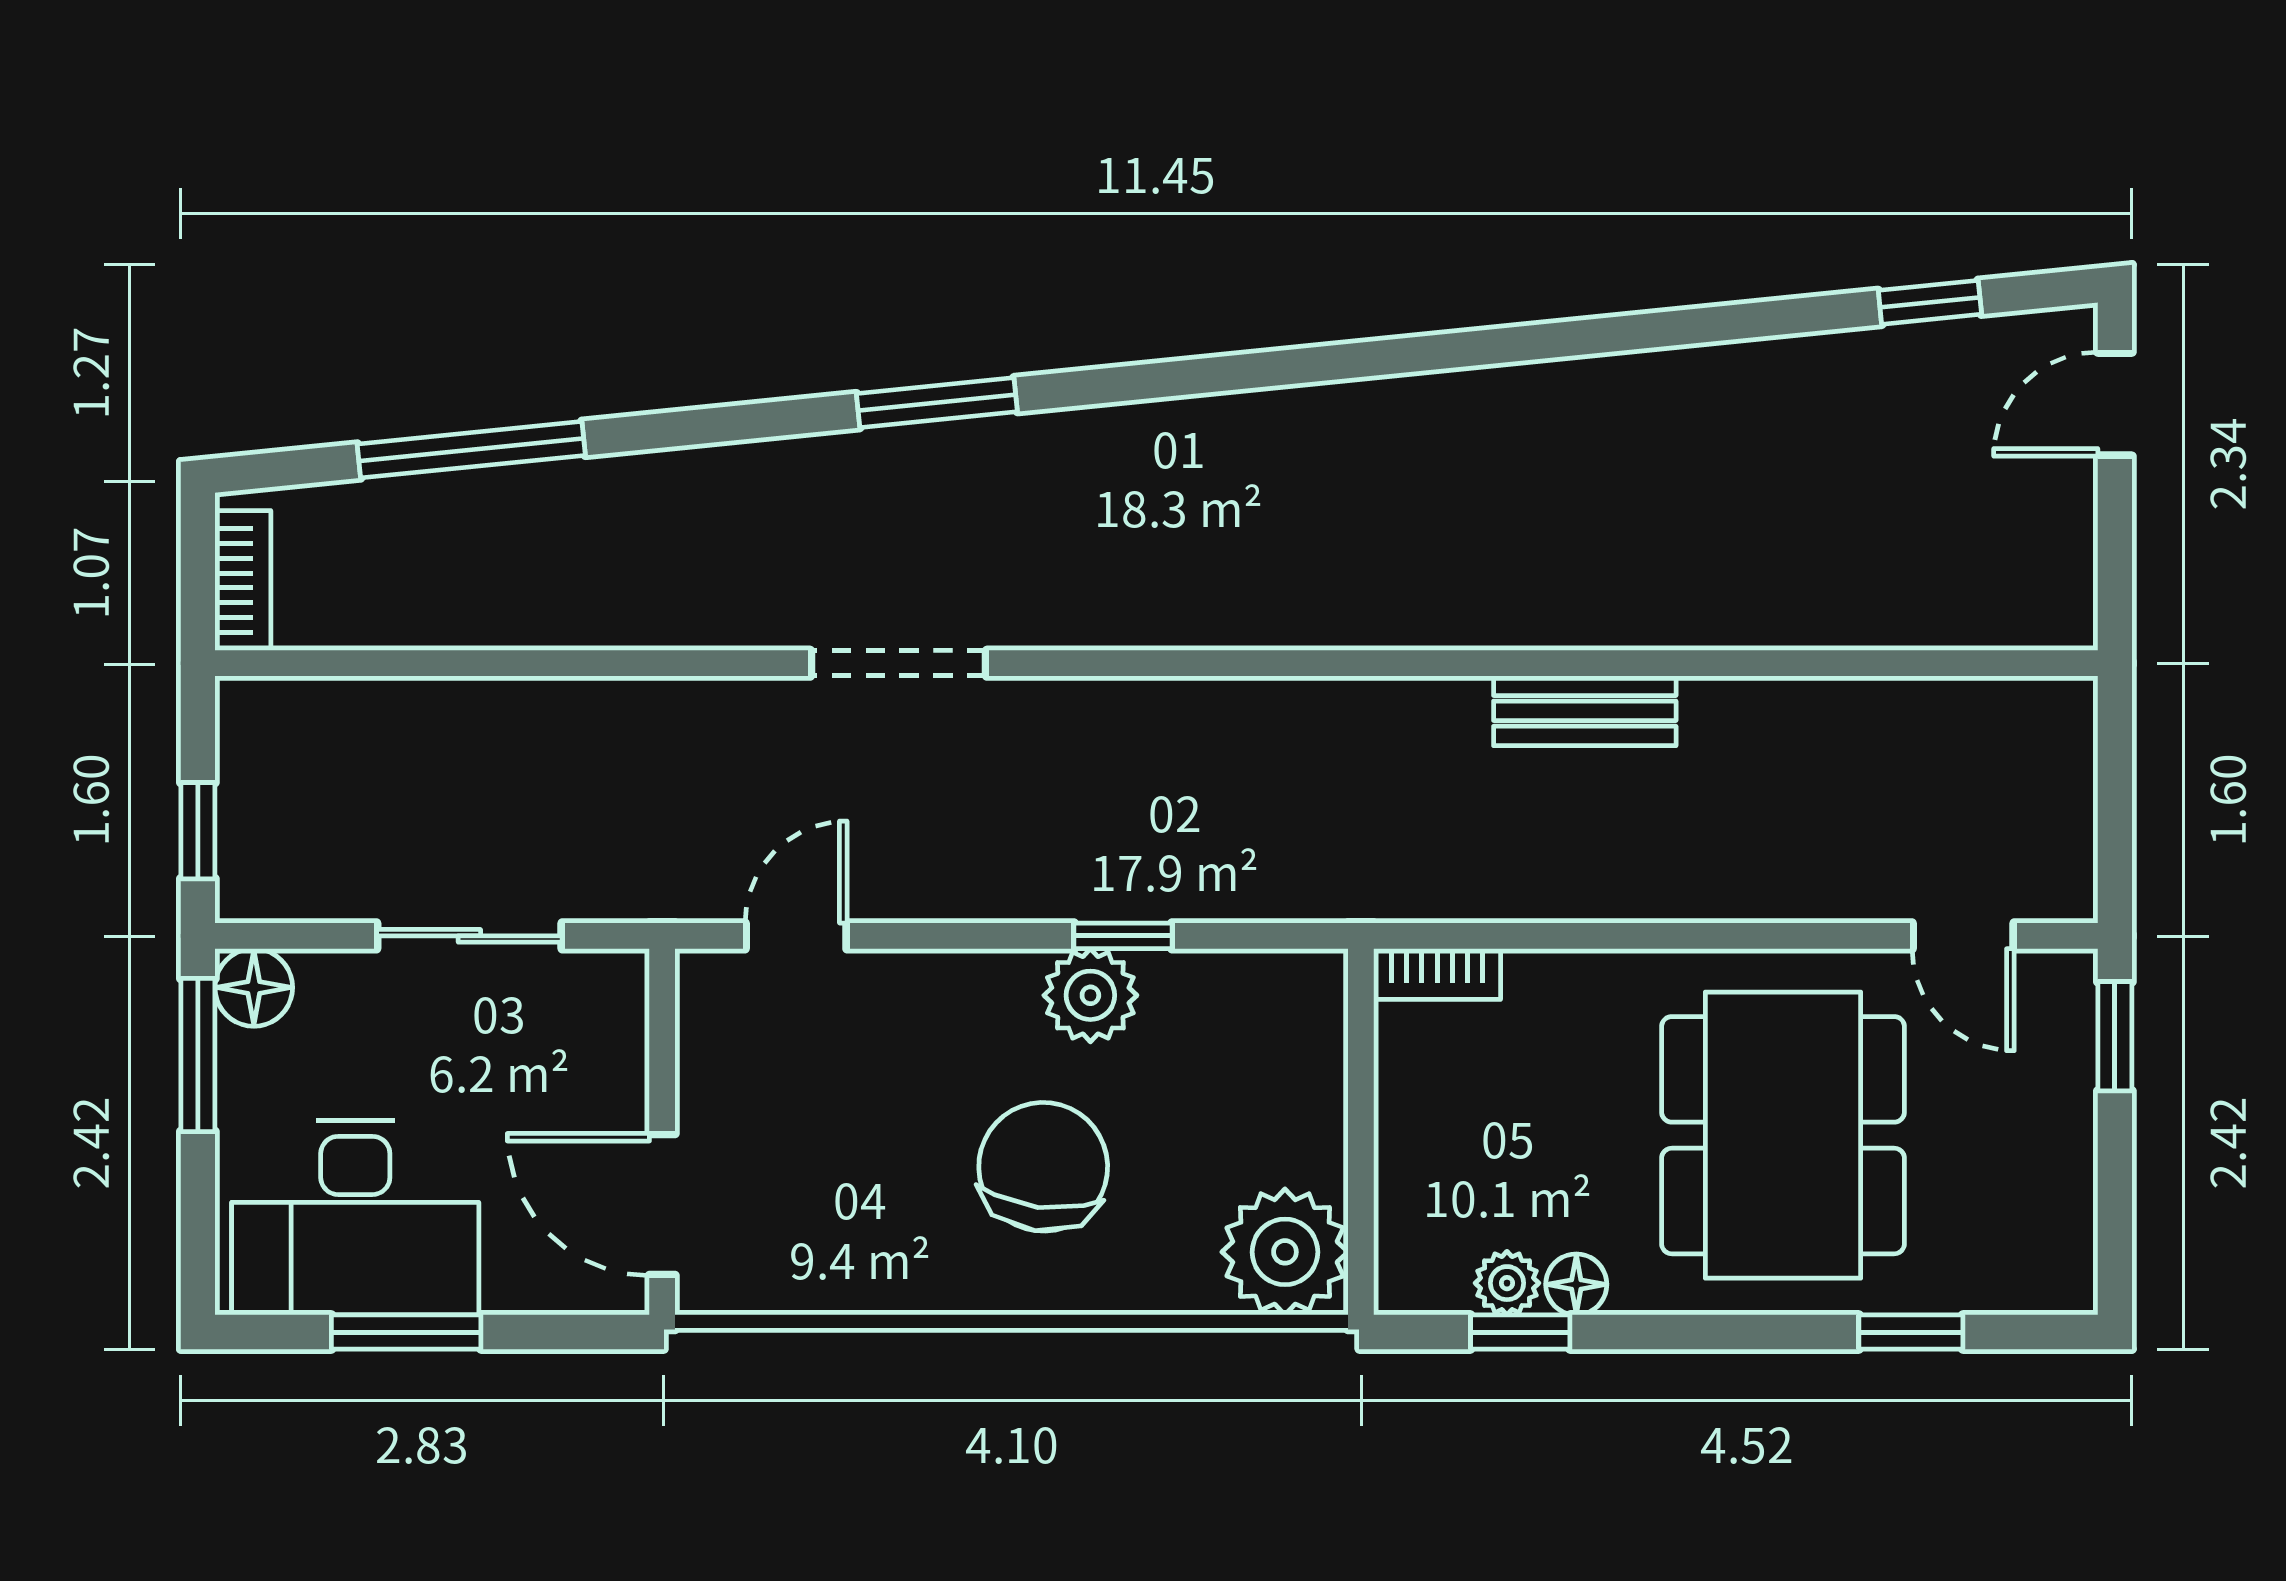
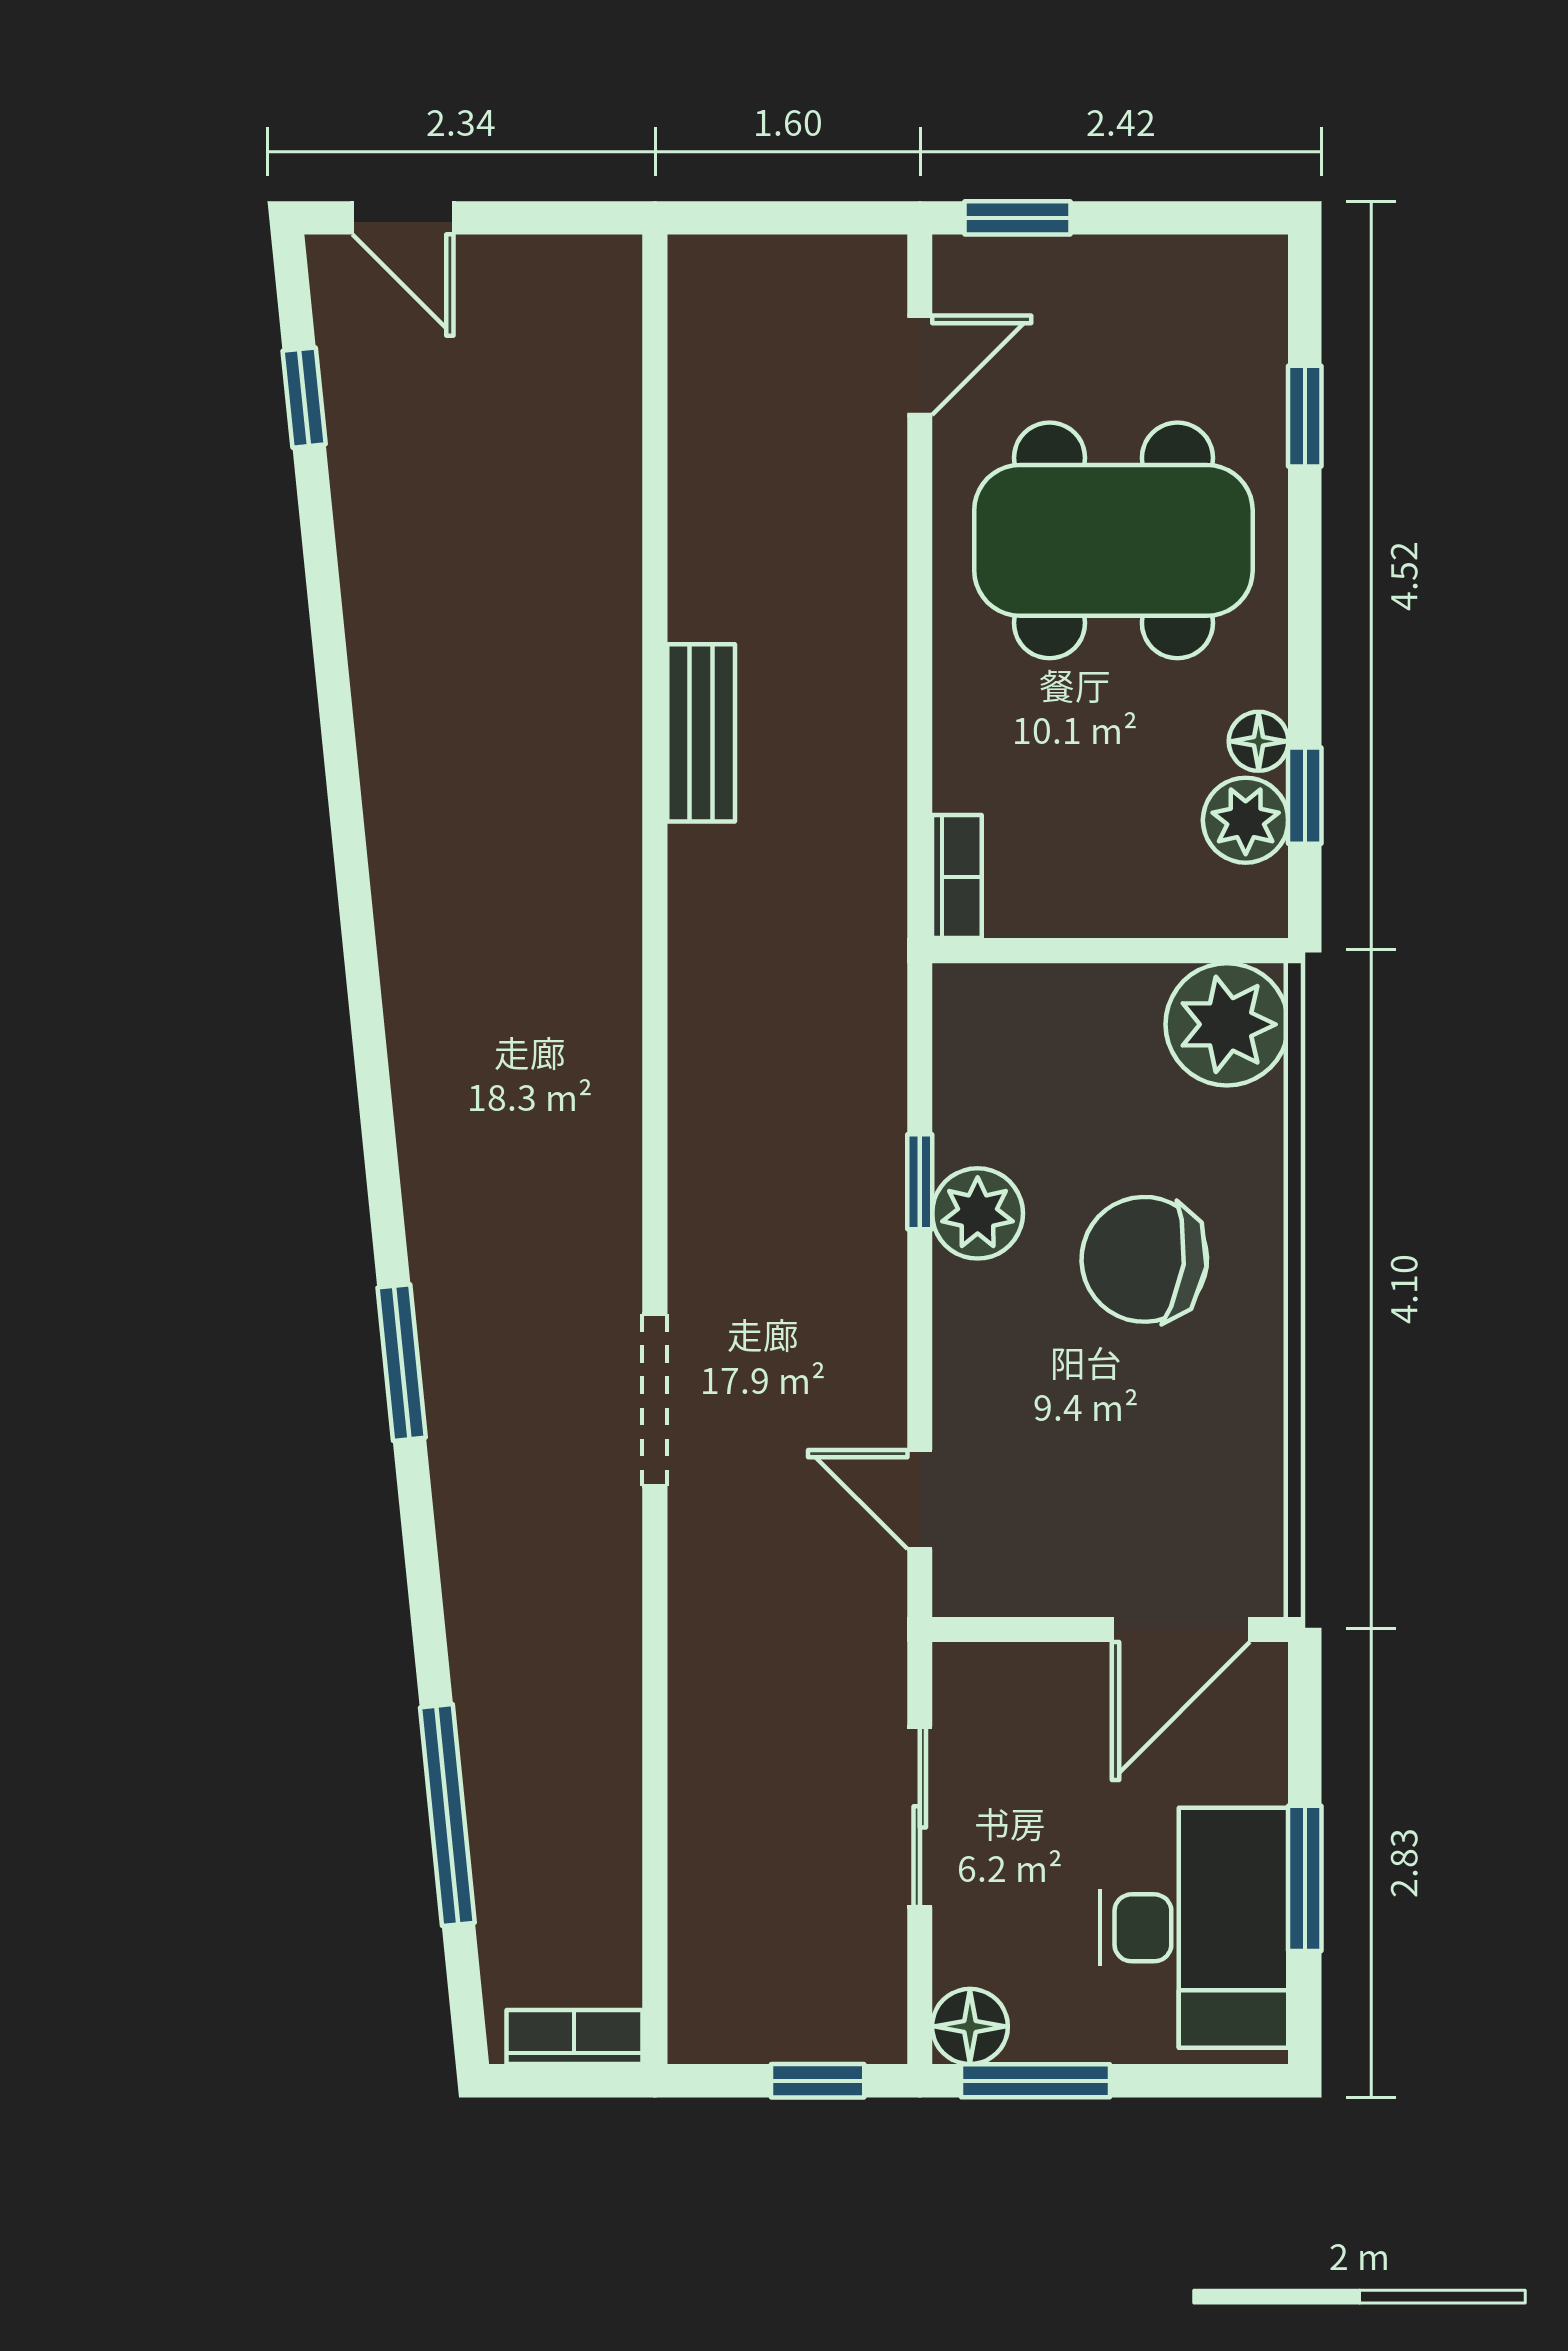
plant: (1507, 1283) -> (1246, 820), width x1.38, depth x1.38

